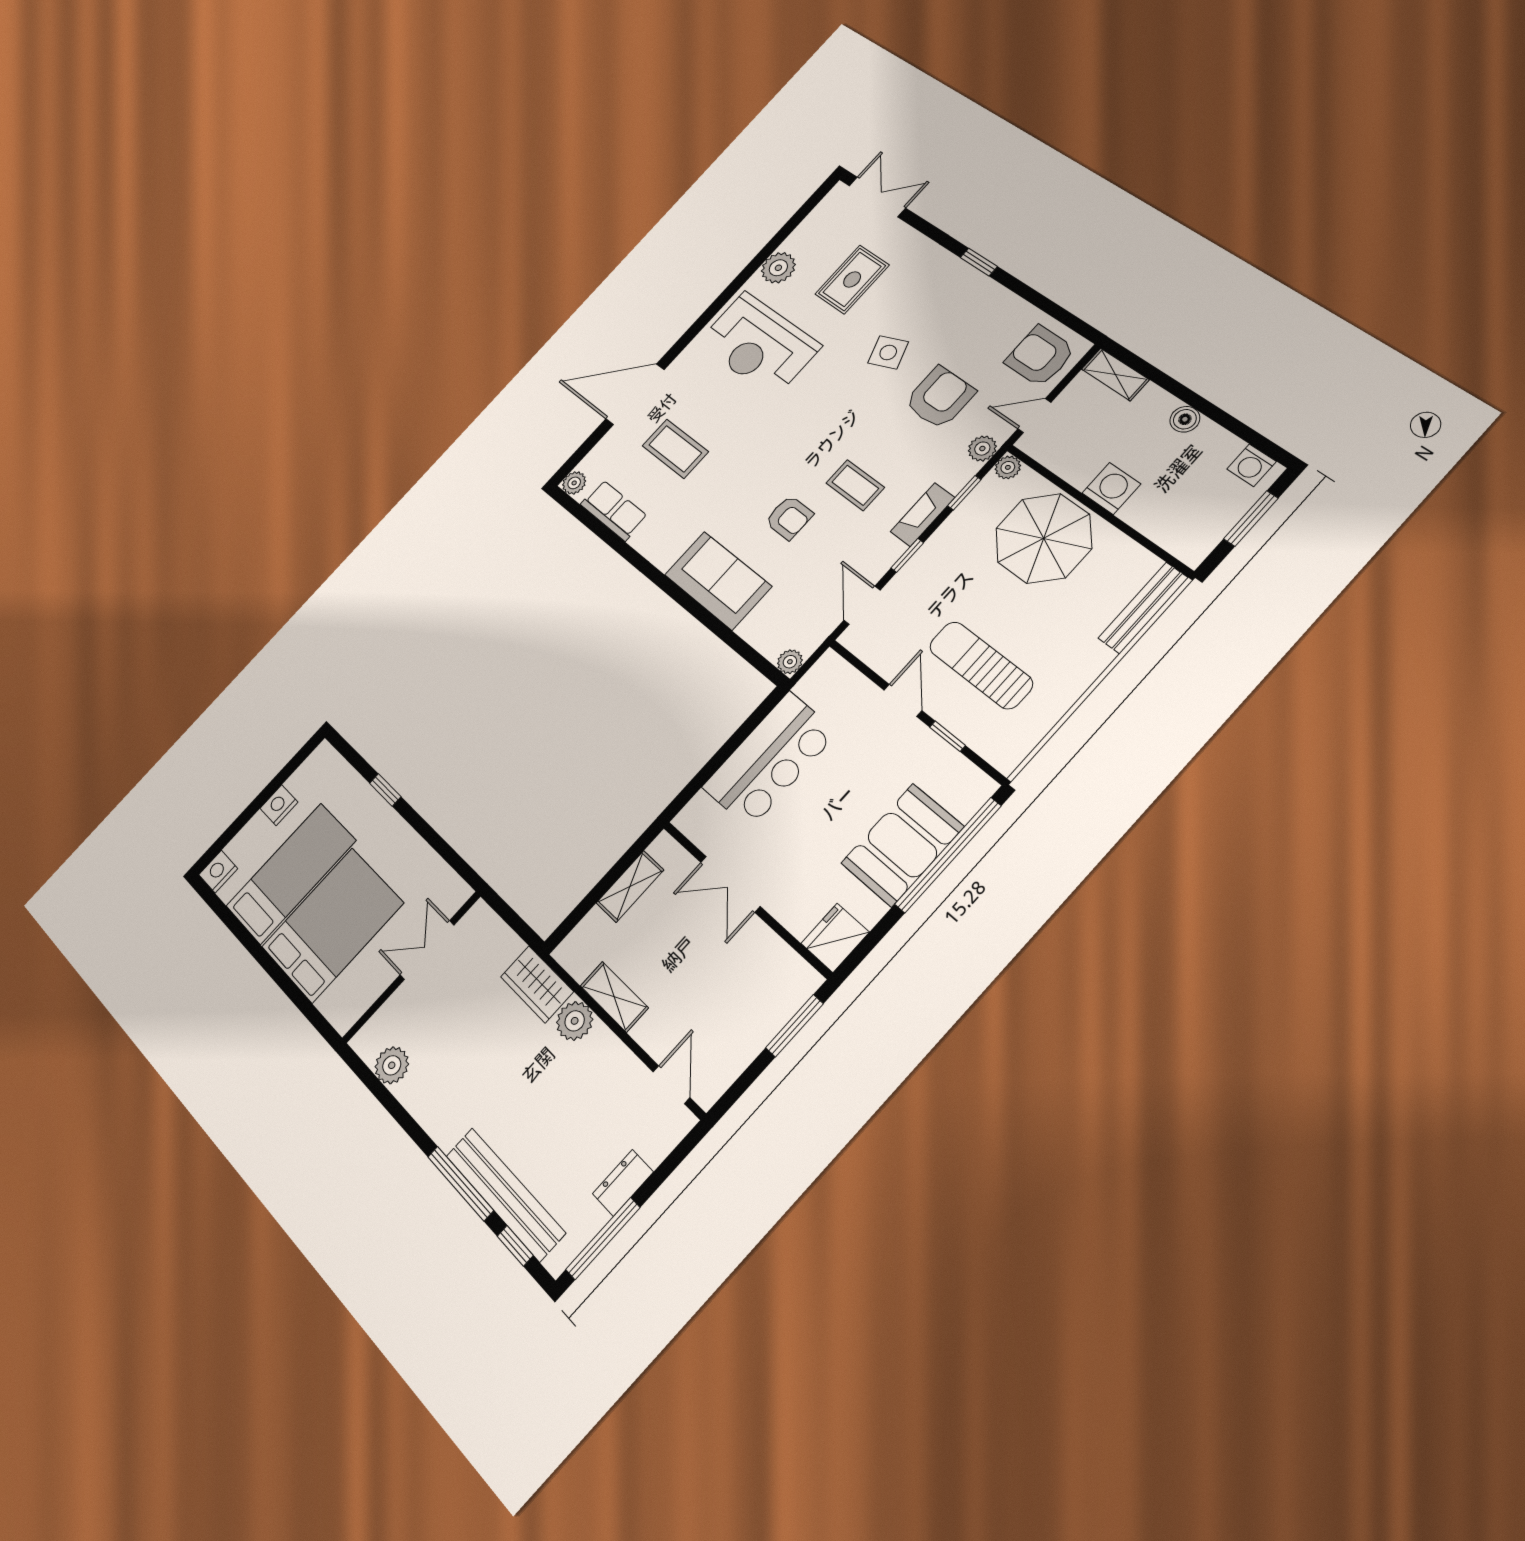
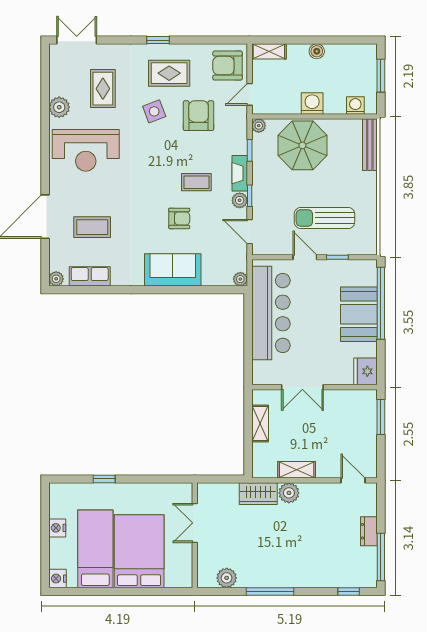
rug: (953, 315) -> (169, 73), added
plant: (982, 449) -> (240, 200), moved
washing machine: (1252, 465) -> (355, 105), moved, turned 180
bar counter: (770, 760) -> (271, 313), width x1.36
window: (461, 1183) -> (270, 592), moved
bench: (505, 1194) -> (326, 578), removed

